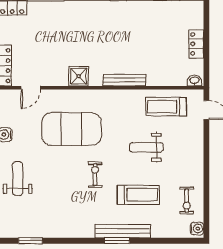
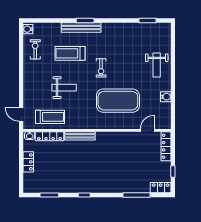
shower: (79, 76) -> (113, 139), removed
locker: (167, 80) -> (50, 136), added

